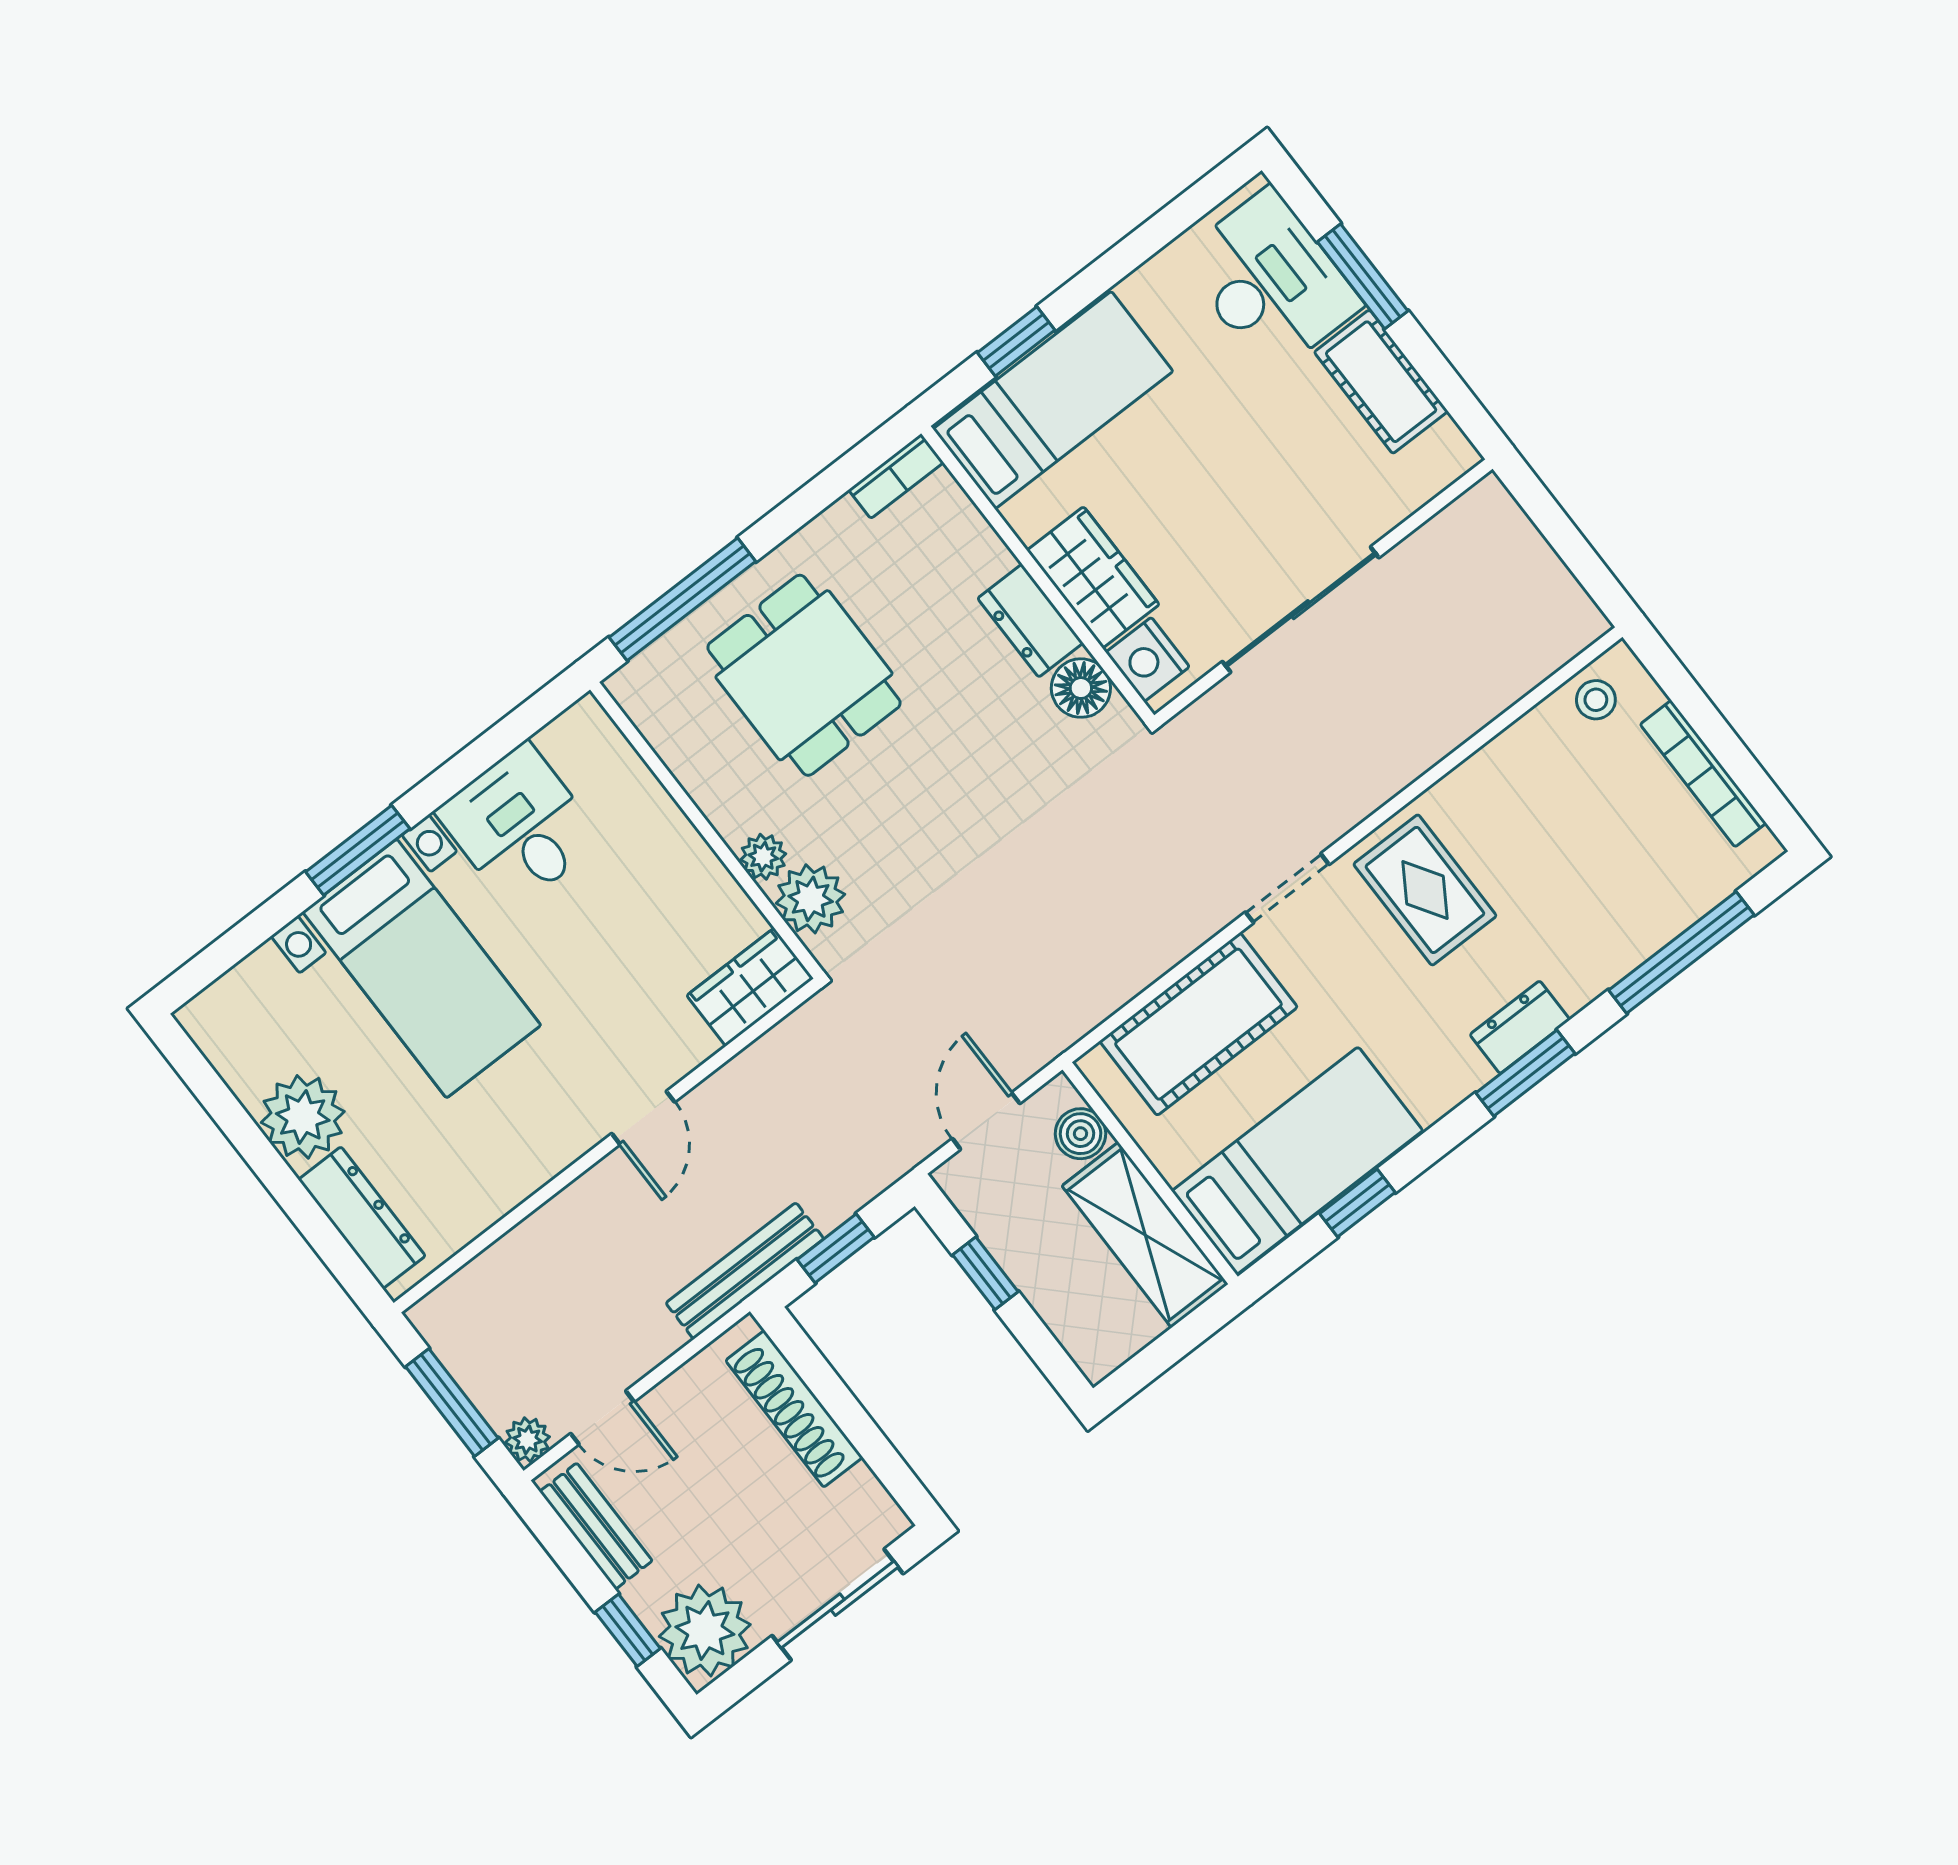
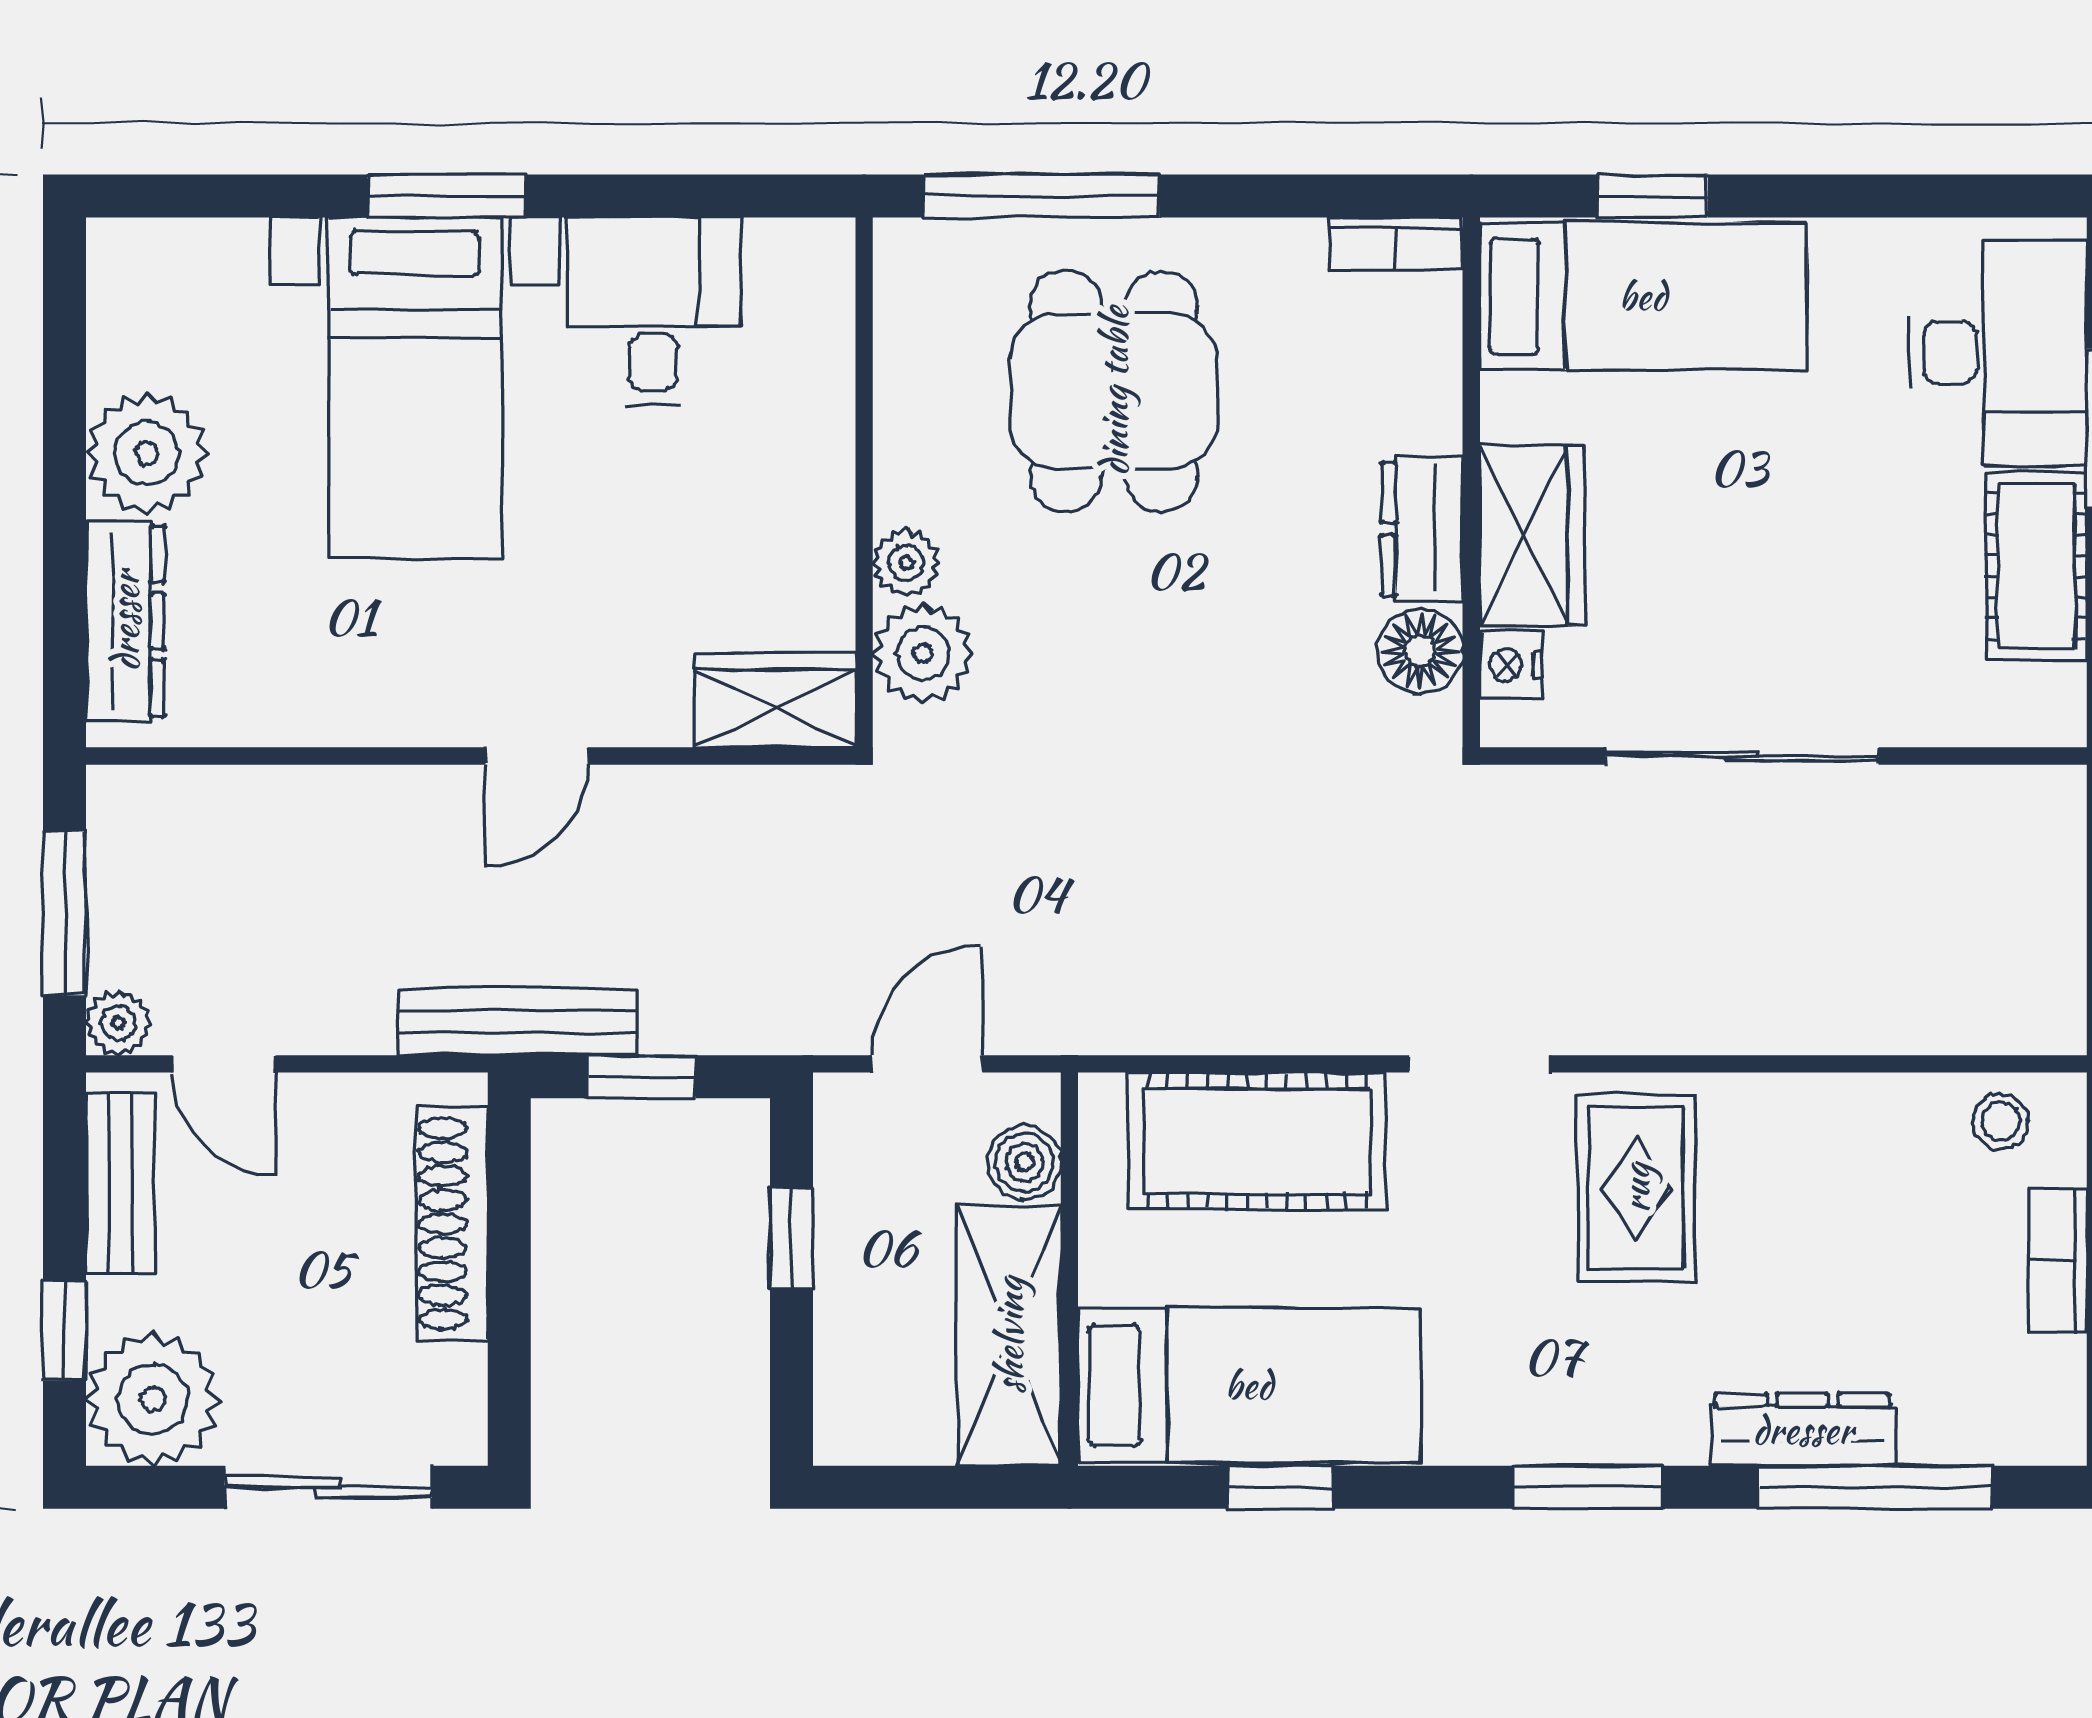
nightstand: (1148, 660) -> (1511, 665), width x0.72, depth x0.74
bookcase: (1703, 774) -> (2058, 1261), width x0.64
dresser: (1520, 1027) -> (1803, 1430), moved, width x1.44

